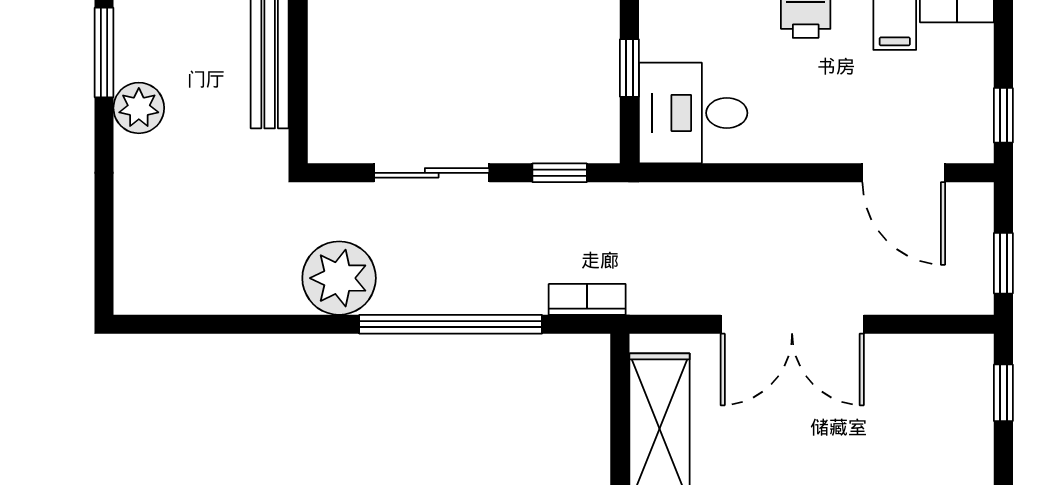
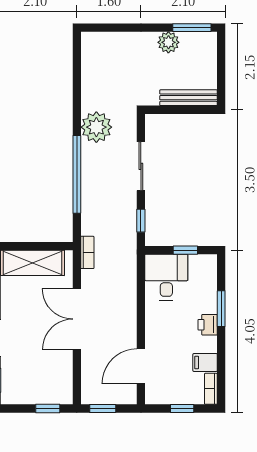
window: (1003, 115) -> (182, 408), moved
bookcase: (587, 299) -> (87, 252), moved

